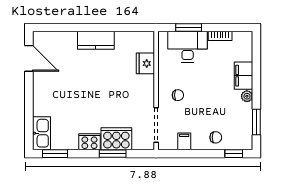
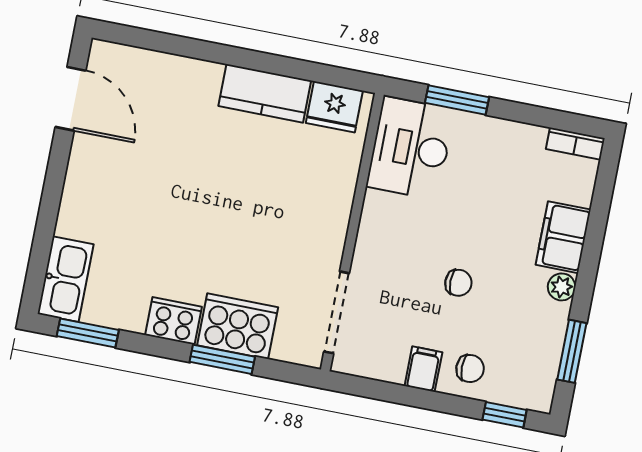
bookcase: (220, 36) -> (575, 144), moved
kitchen counter: (96, 40) -> (265, 93), moved
desk: (188, 47) -> (410, 148), moved, turned -90
fridge: (145, 63) -> (334, 107), moved, turned -90
chair: (178, 95) -> (458, 283), moved
filing cabinet: (184, 141) -> (423, 369), moved

